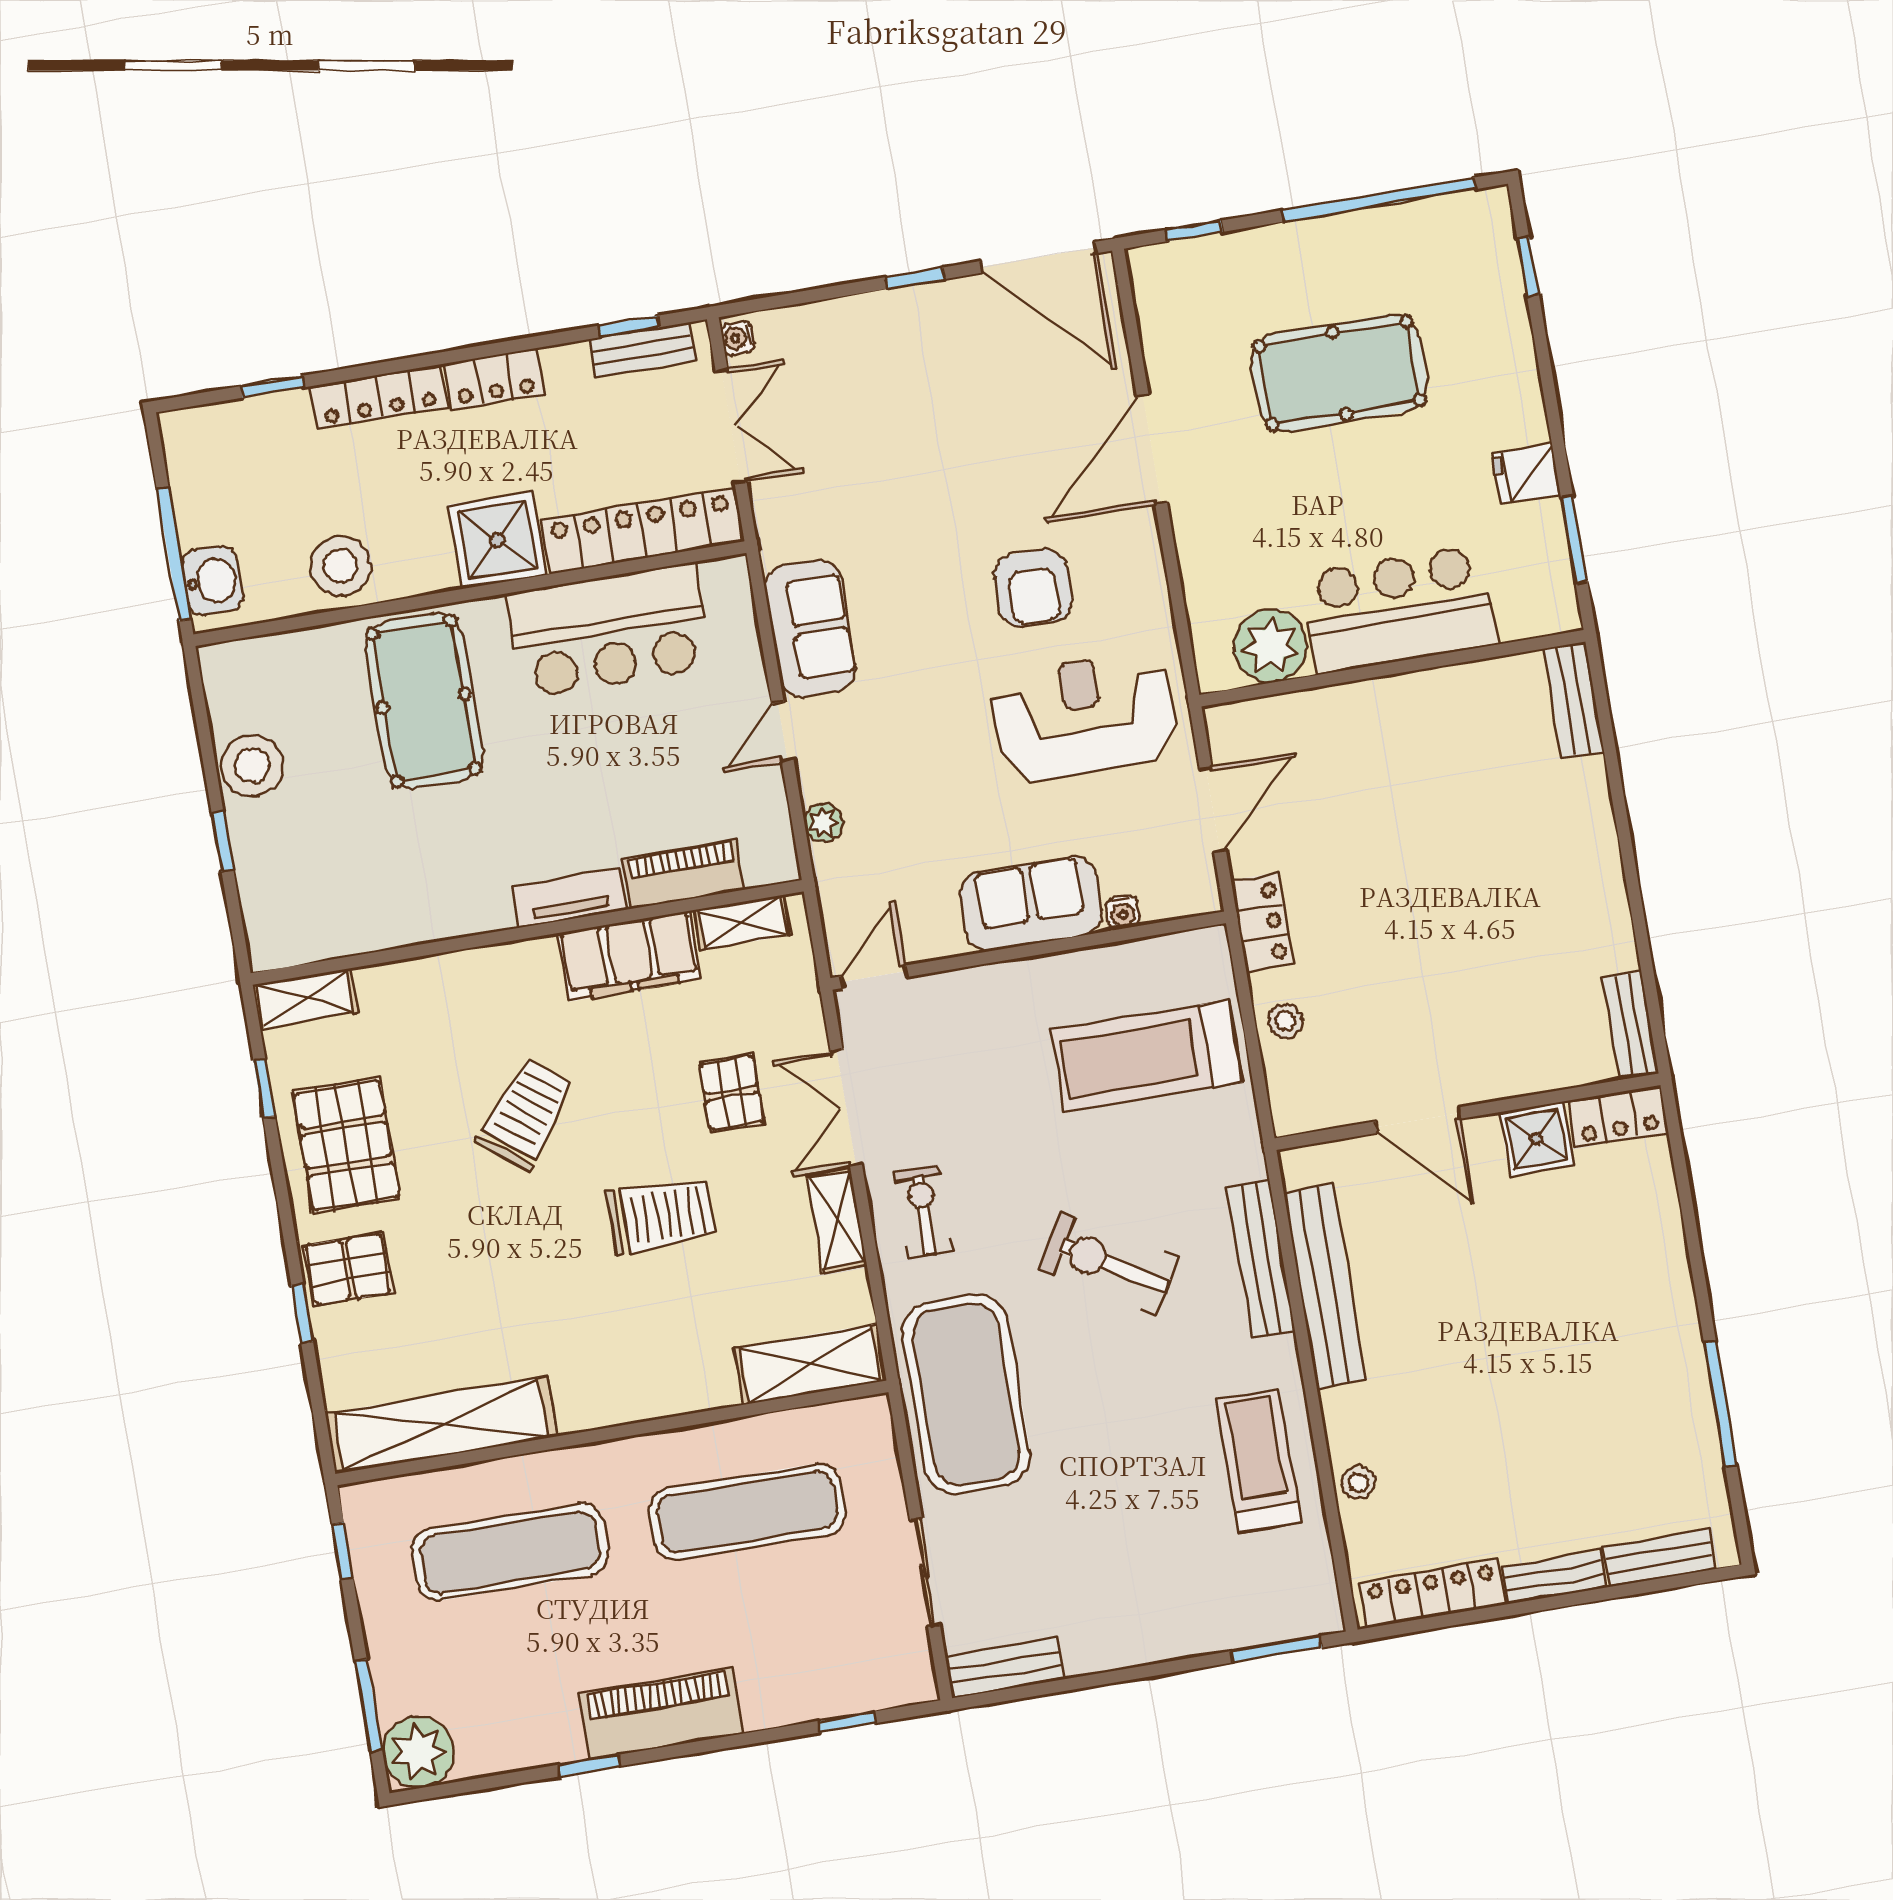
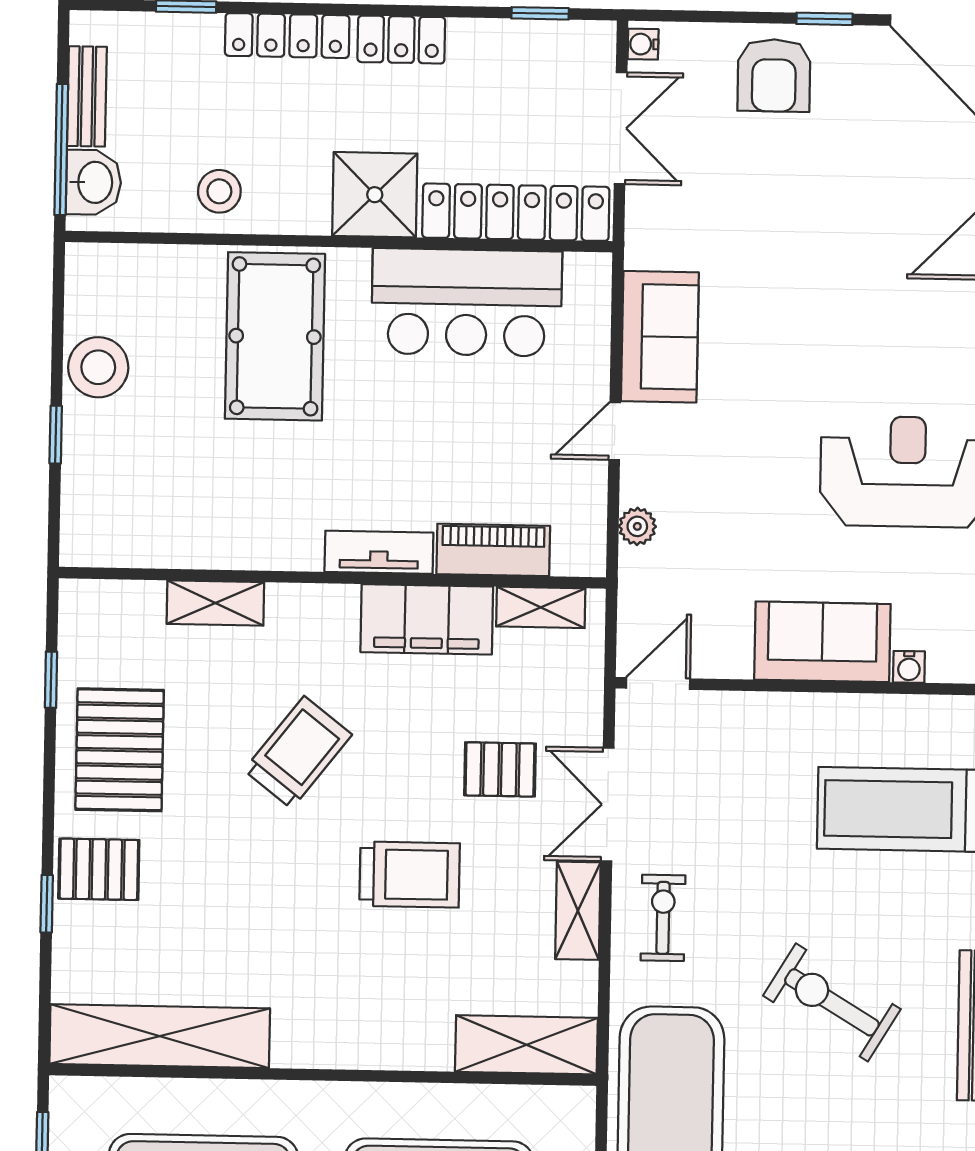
bench: (642, 350) -> (87, 96), moved, turned 90
stool: (341, 566) -> (219, 191), width x0.73, depth x0.73
armchair: (1033, 588) -> (774, 75), moved
shelving: (305, 998) -> (215, 603), moved
pallet: (732, 1093) -> (500, 769), turned 90

